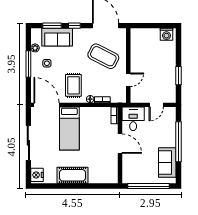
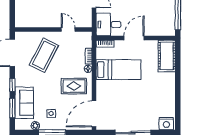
bed: (69, 129) -> (118, 70), moved
cot: (72, 175) -> (167, 56), moved

